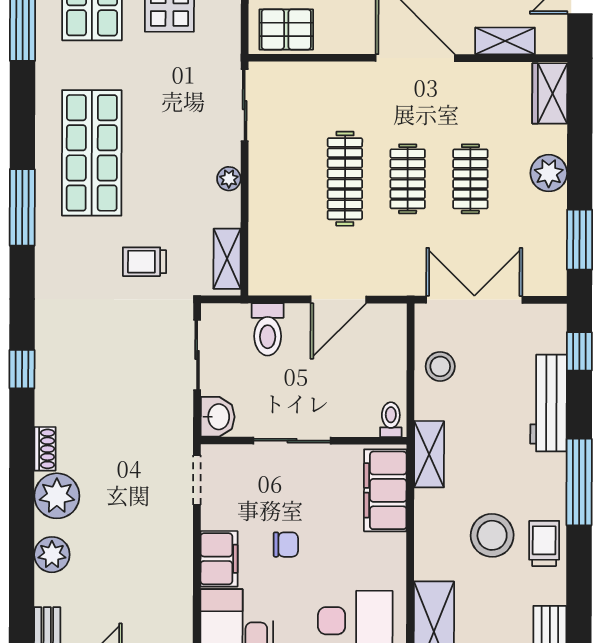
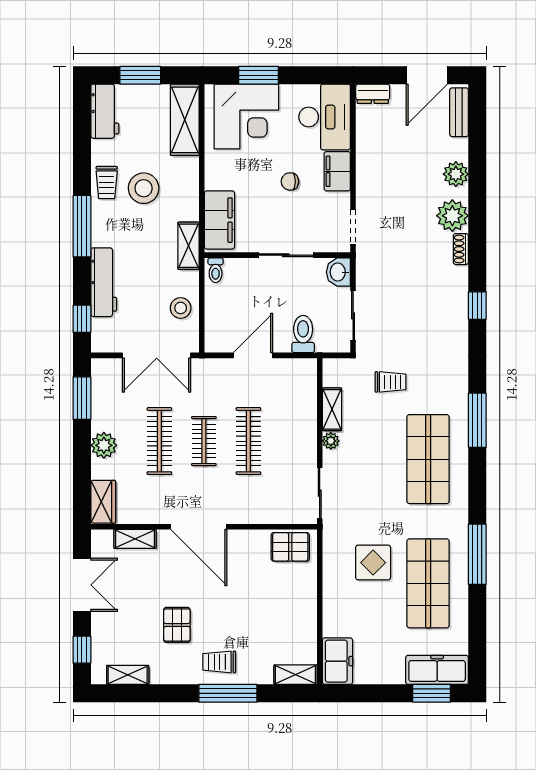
clothes rail: (470, 179) -> (159, 441), width x1.36
shelving: (227, 259) -> (332, 409), moved

